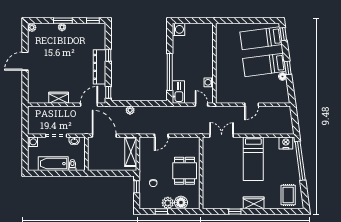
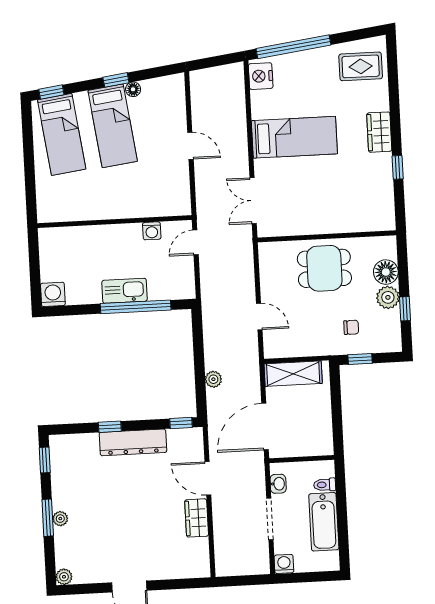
kitchen sink: (178, 92) -> (125, 291), moved
door: (89, 105) -> (208, 478), moved

